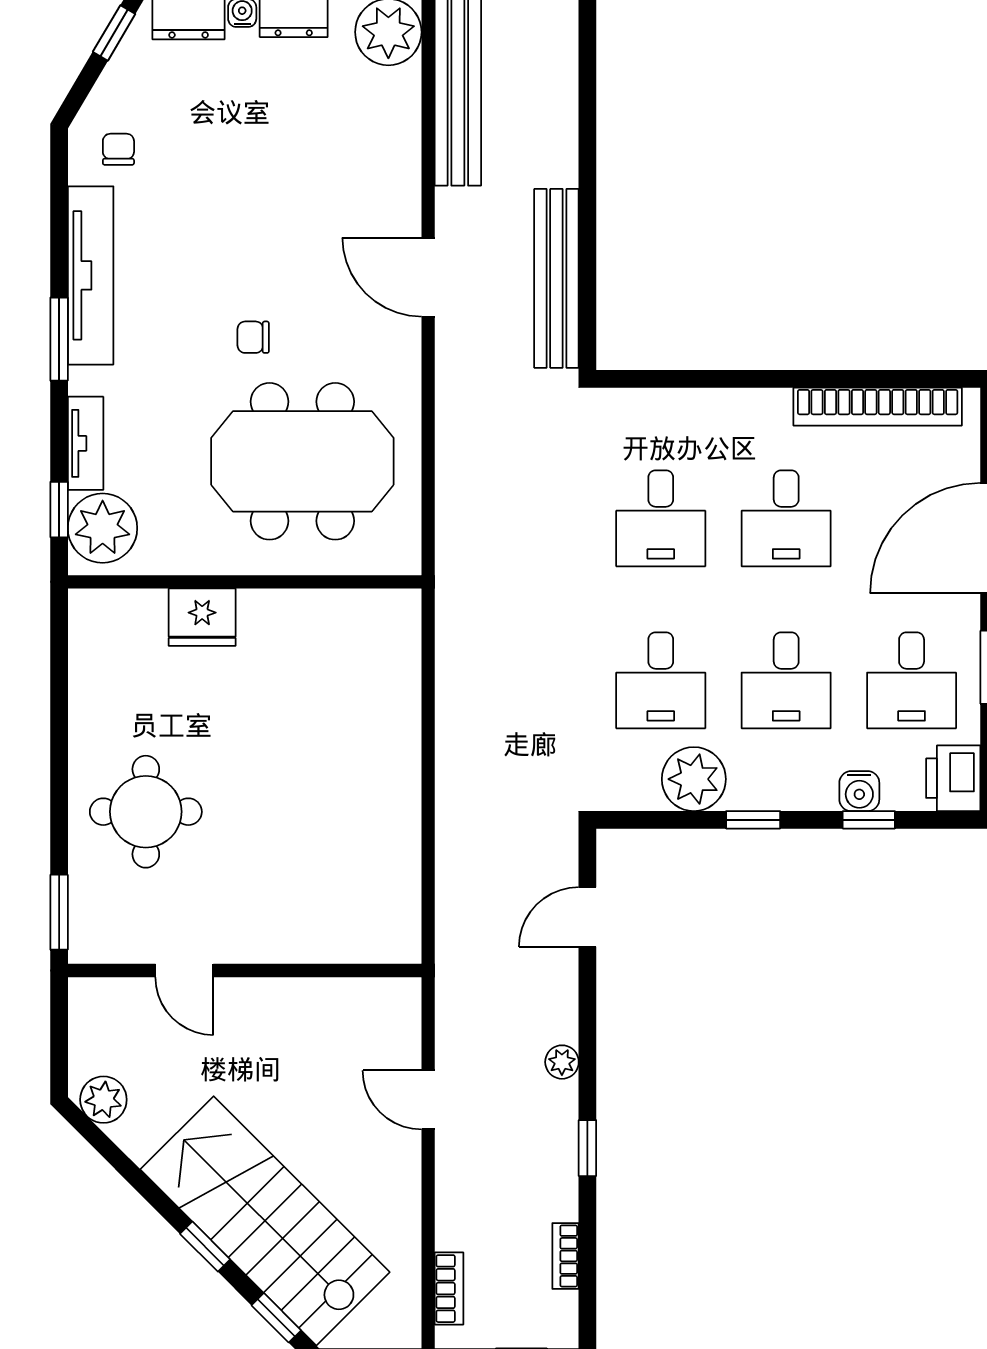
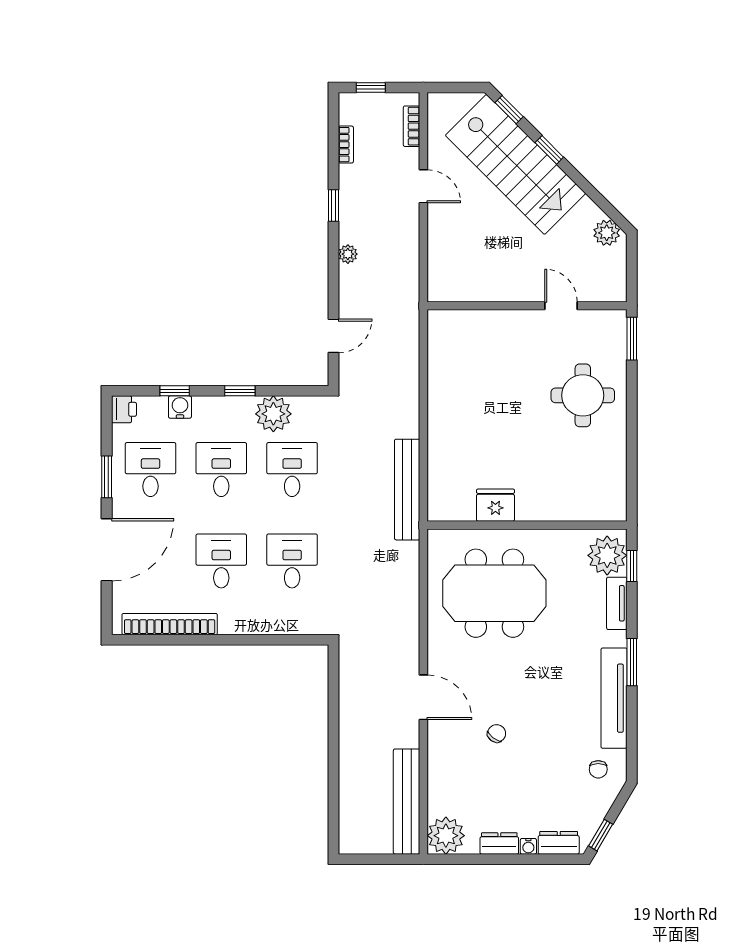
bench: (556, 278) -> (407, 490), moved
chair: (253, 337) -> (497, 733), moved, turned -53
fridge: (202, 617) -> (495, 505), moved
printer: (953, 778) -> (124, 409), width x0.73, depth x0.81
door: (428, 1100) -> (423, 186), moved

